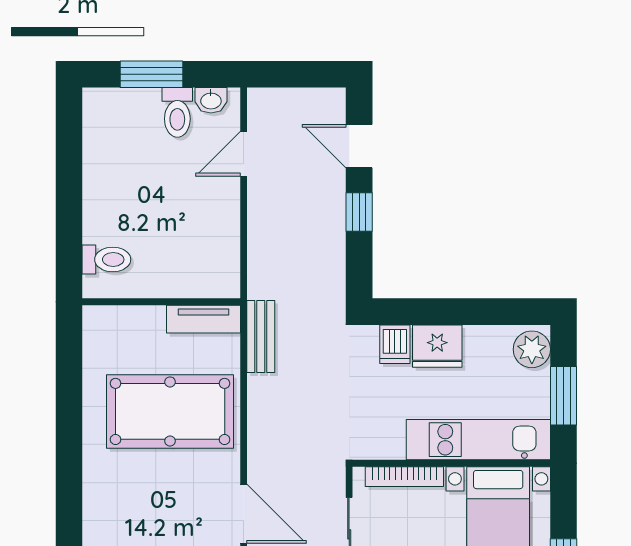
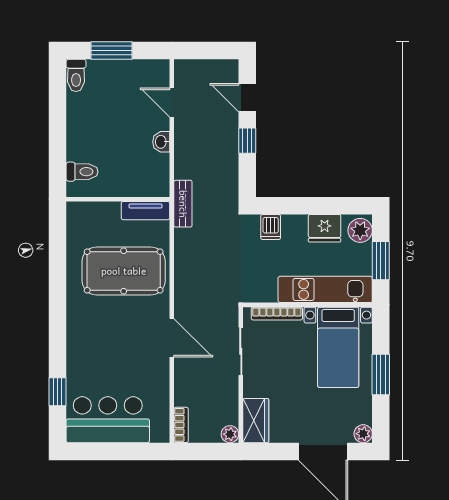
washbasin: (211, 100) -> (161, 142), moved, turned 90
toilet: (177, 112) -> (76, 75), moved
door: (244, 154) -> (172, 102), hinge flipped
bench: (261, 336) -> (183, 204), moved
fridge: (437, 346) -> (325, 228), moved

